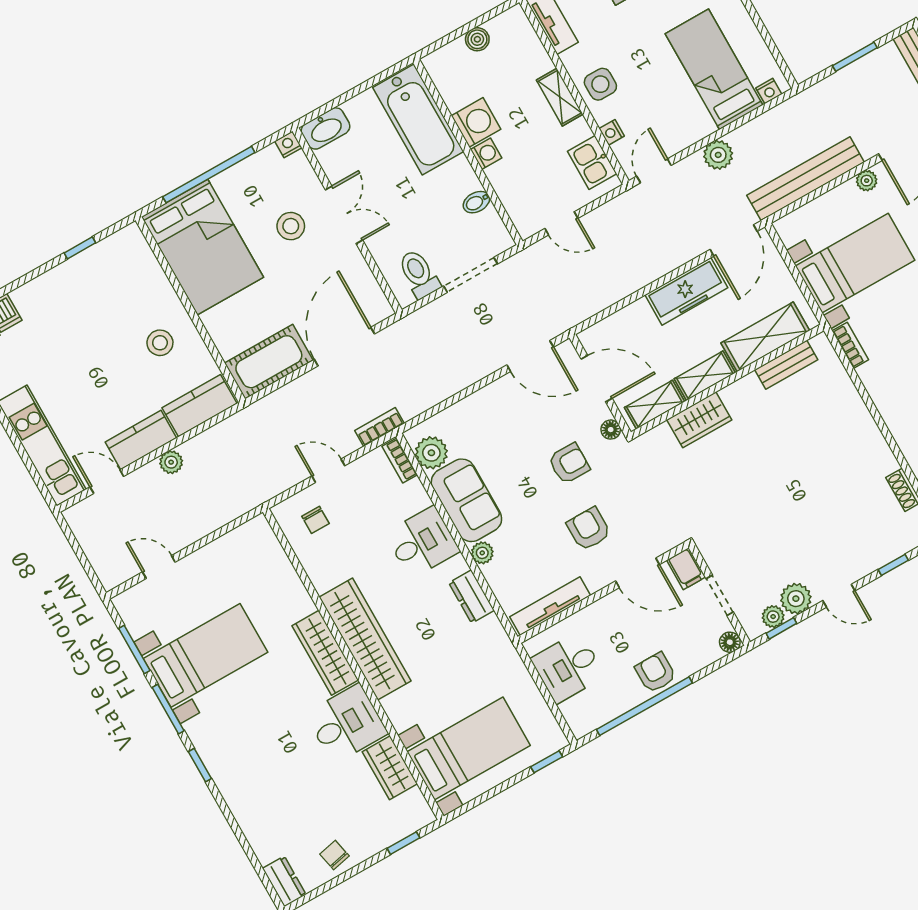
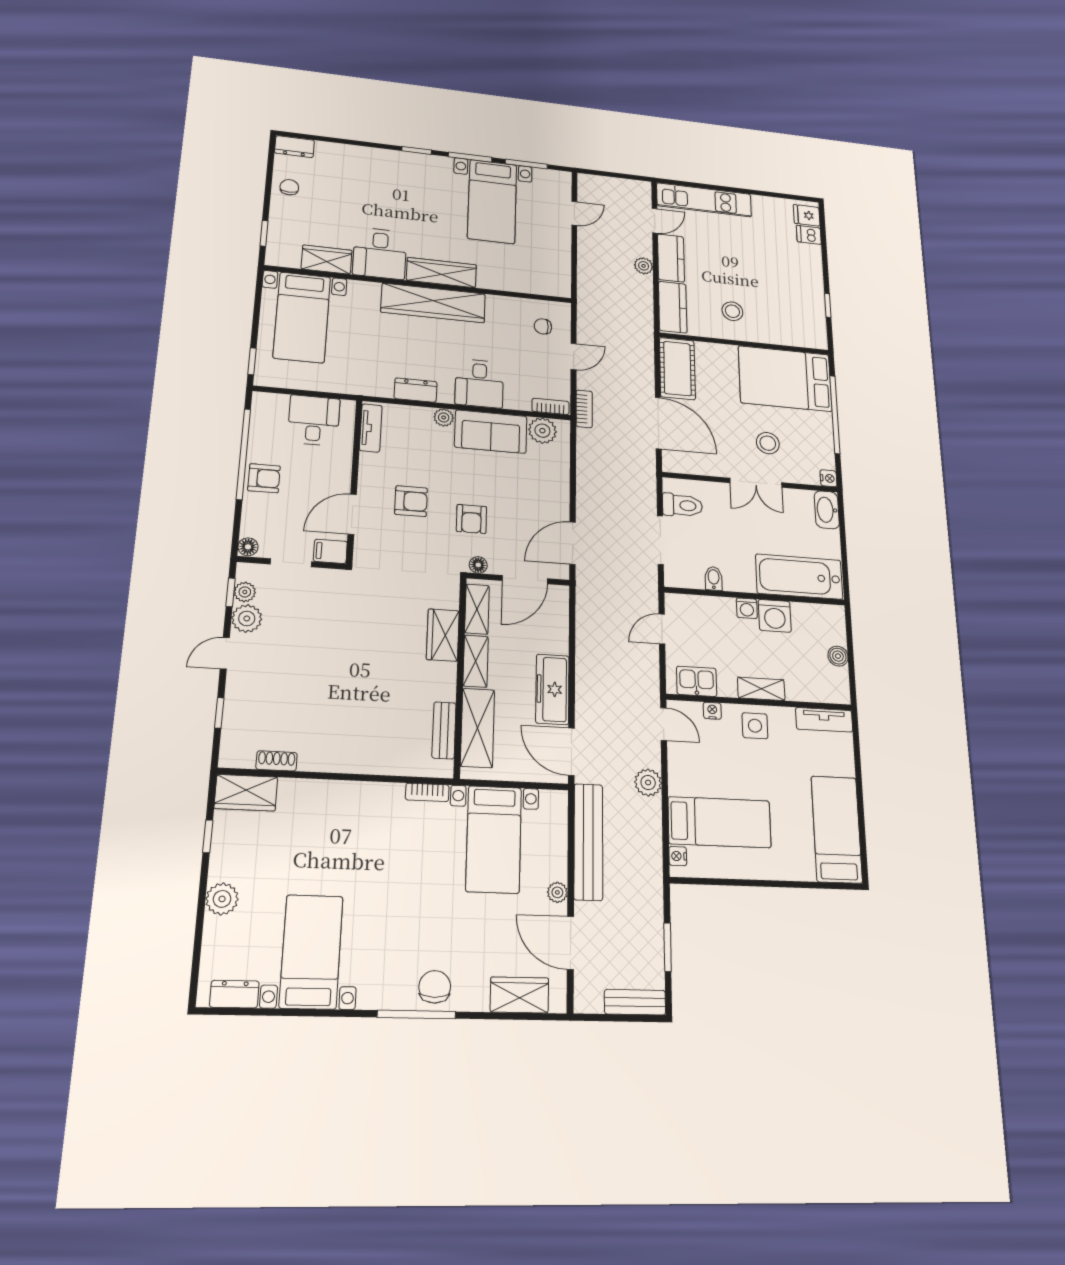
tv unit: (550, 606) -> (371, 428), width x0.71
chair: (334, 855) -> (289, 187), turned -78

